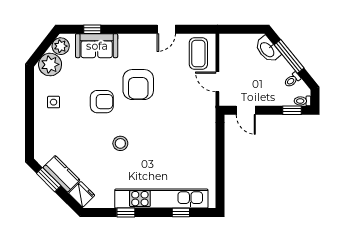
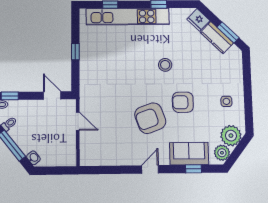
door: (166, 29) -> (150, 169), moved
washbasin: (268, 49) -> (33, 158), width x0.52, depth x0.69
coffee table: (198, 53) -> (95, 147), removed
armchair: (138, 85) -> (150, 118), turned -110
window: (220, 159) -> (75, 52), added

